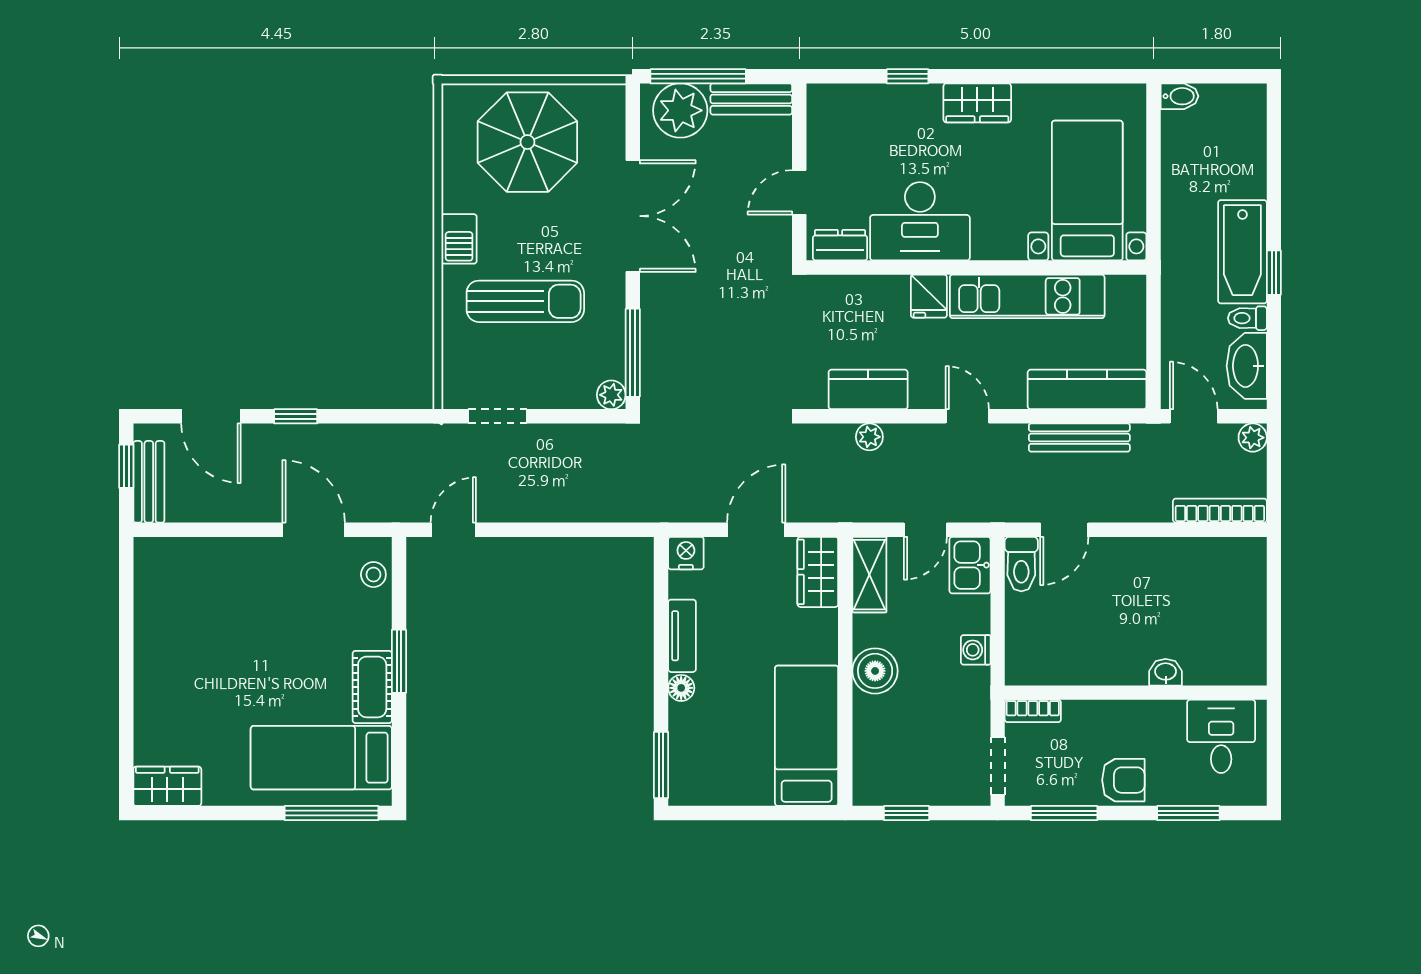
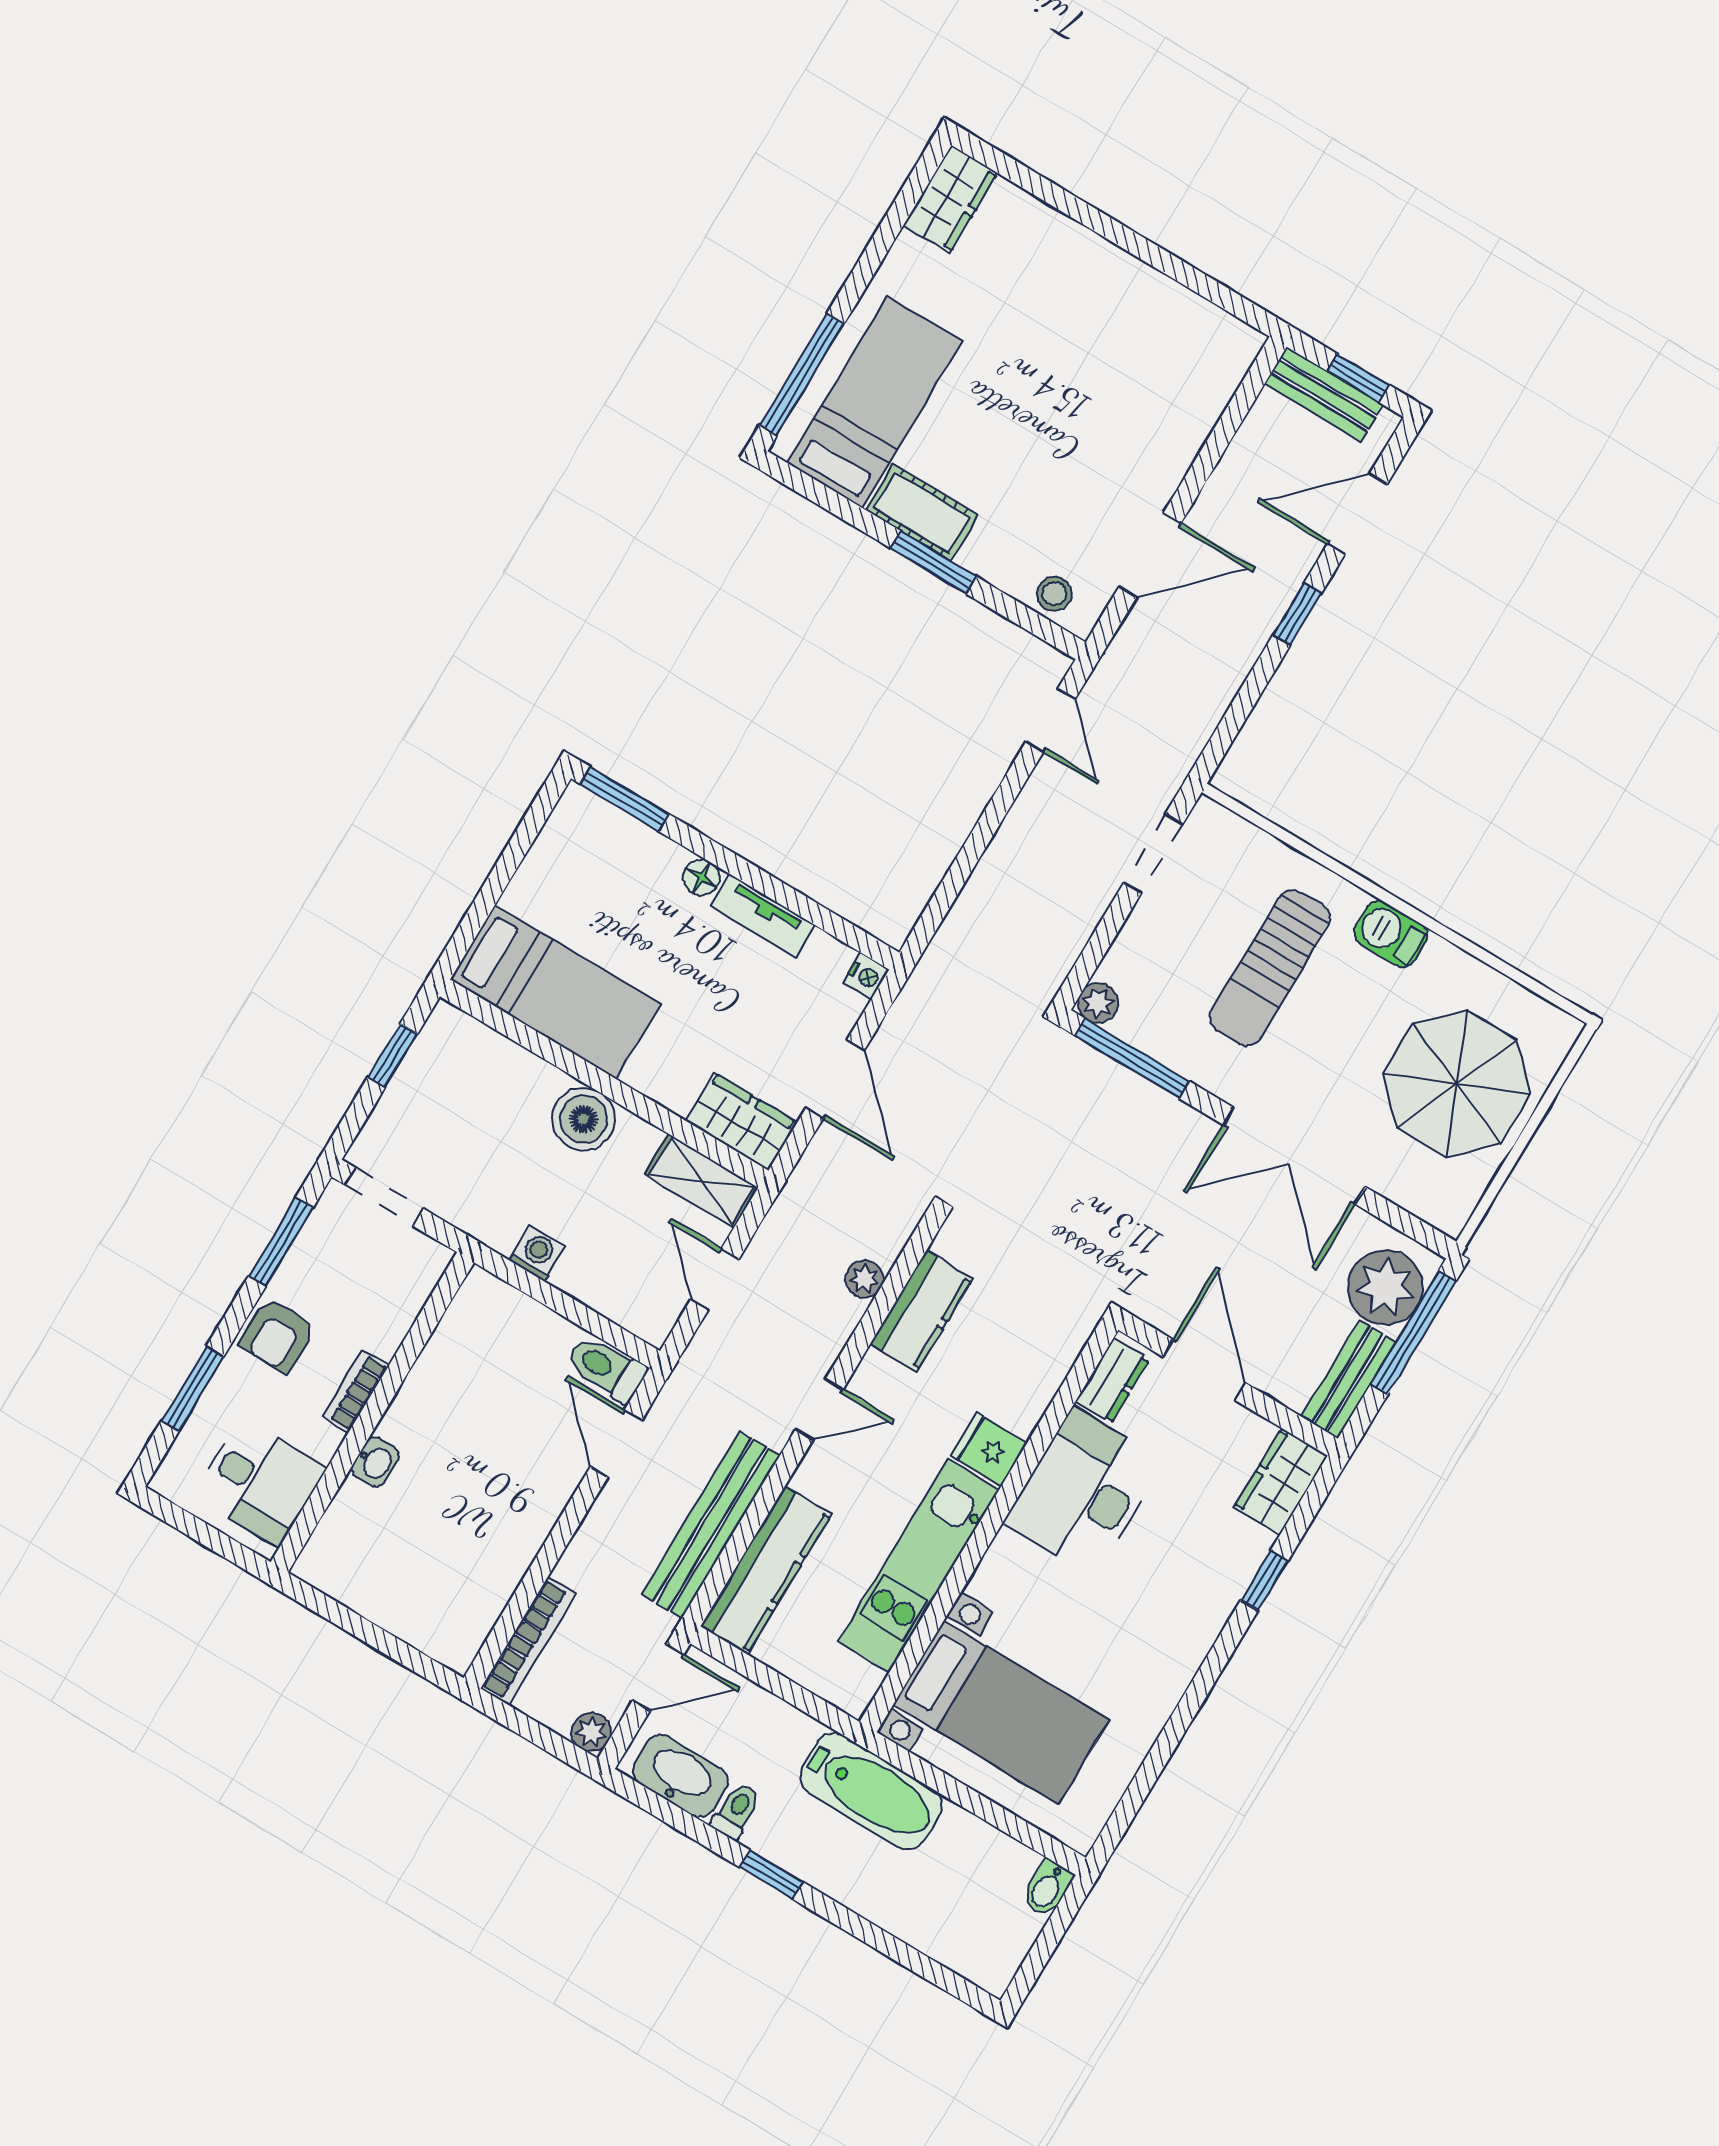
wardrobe: (977, 103) -> (1281, 1482), moved
door: (799, 192) -> (1204, 1370), width x1.38
bathtub: (1242, 252) -> (871, 1791), moved, turned 180
bench: (1079, 438) -> (711, 1525), width x1.37, depth x1.21
nightstand: (686, 553) -> (866, 976), width x0.72, depth x0.74
kitchen sink: (970, 565) -> (641, 1307), removed
bookcase: (1033, 711) -> (356, 1391), moved

